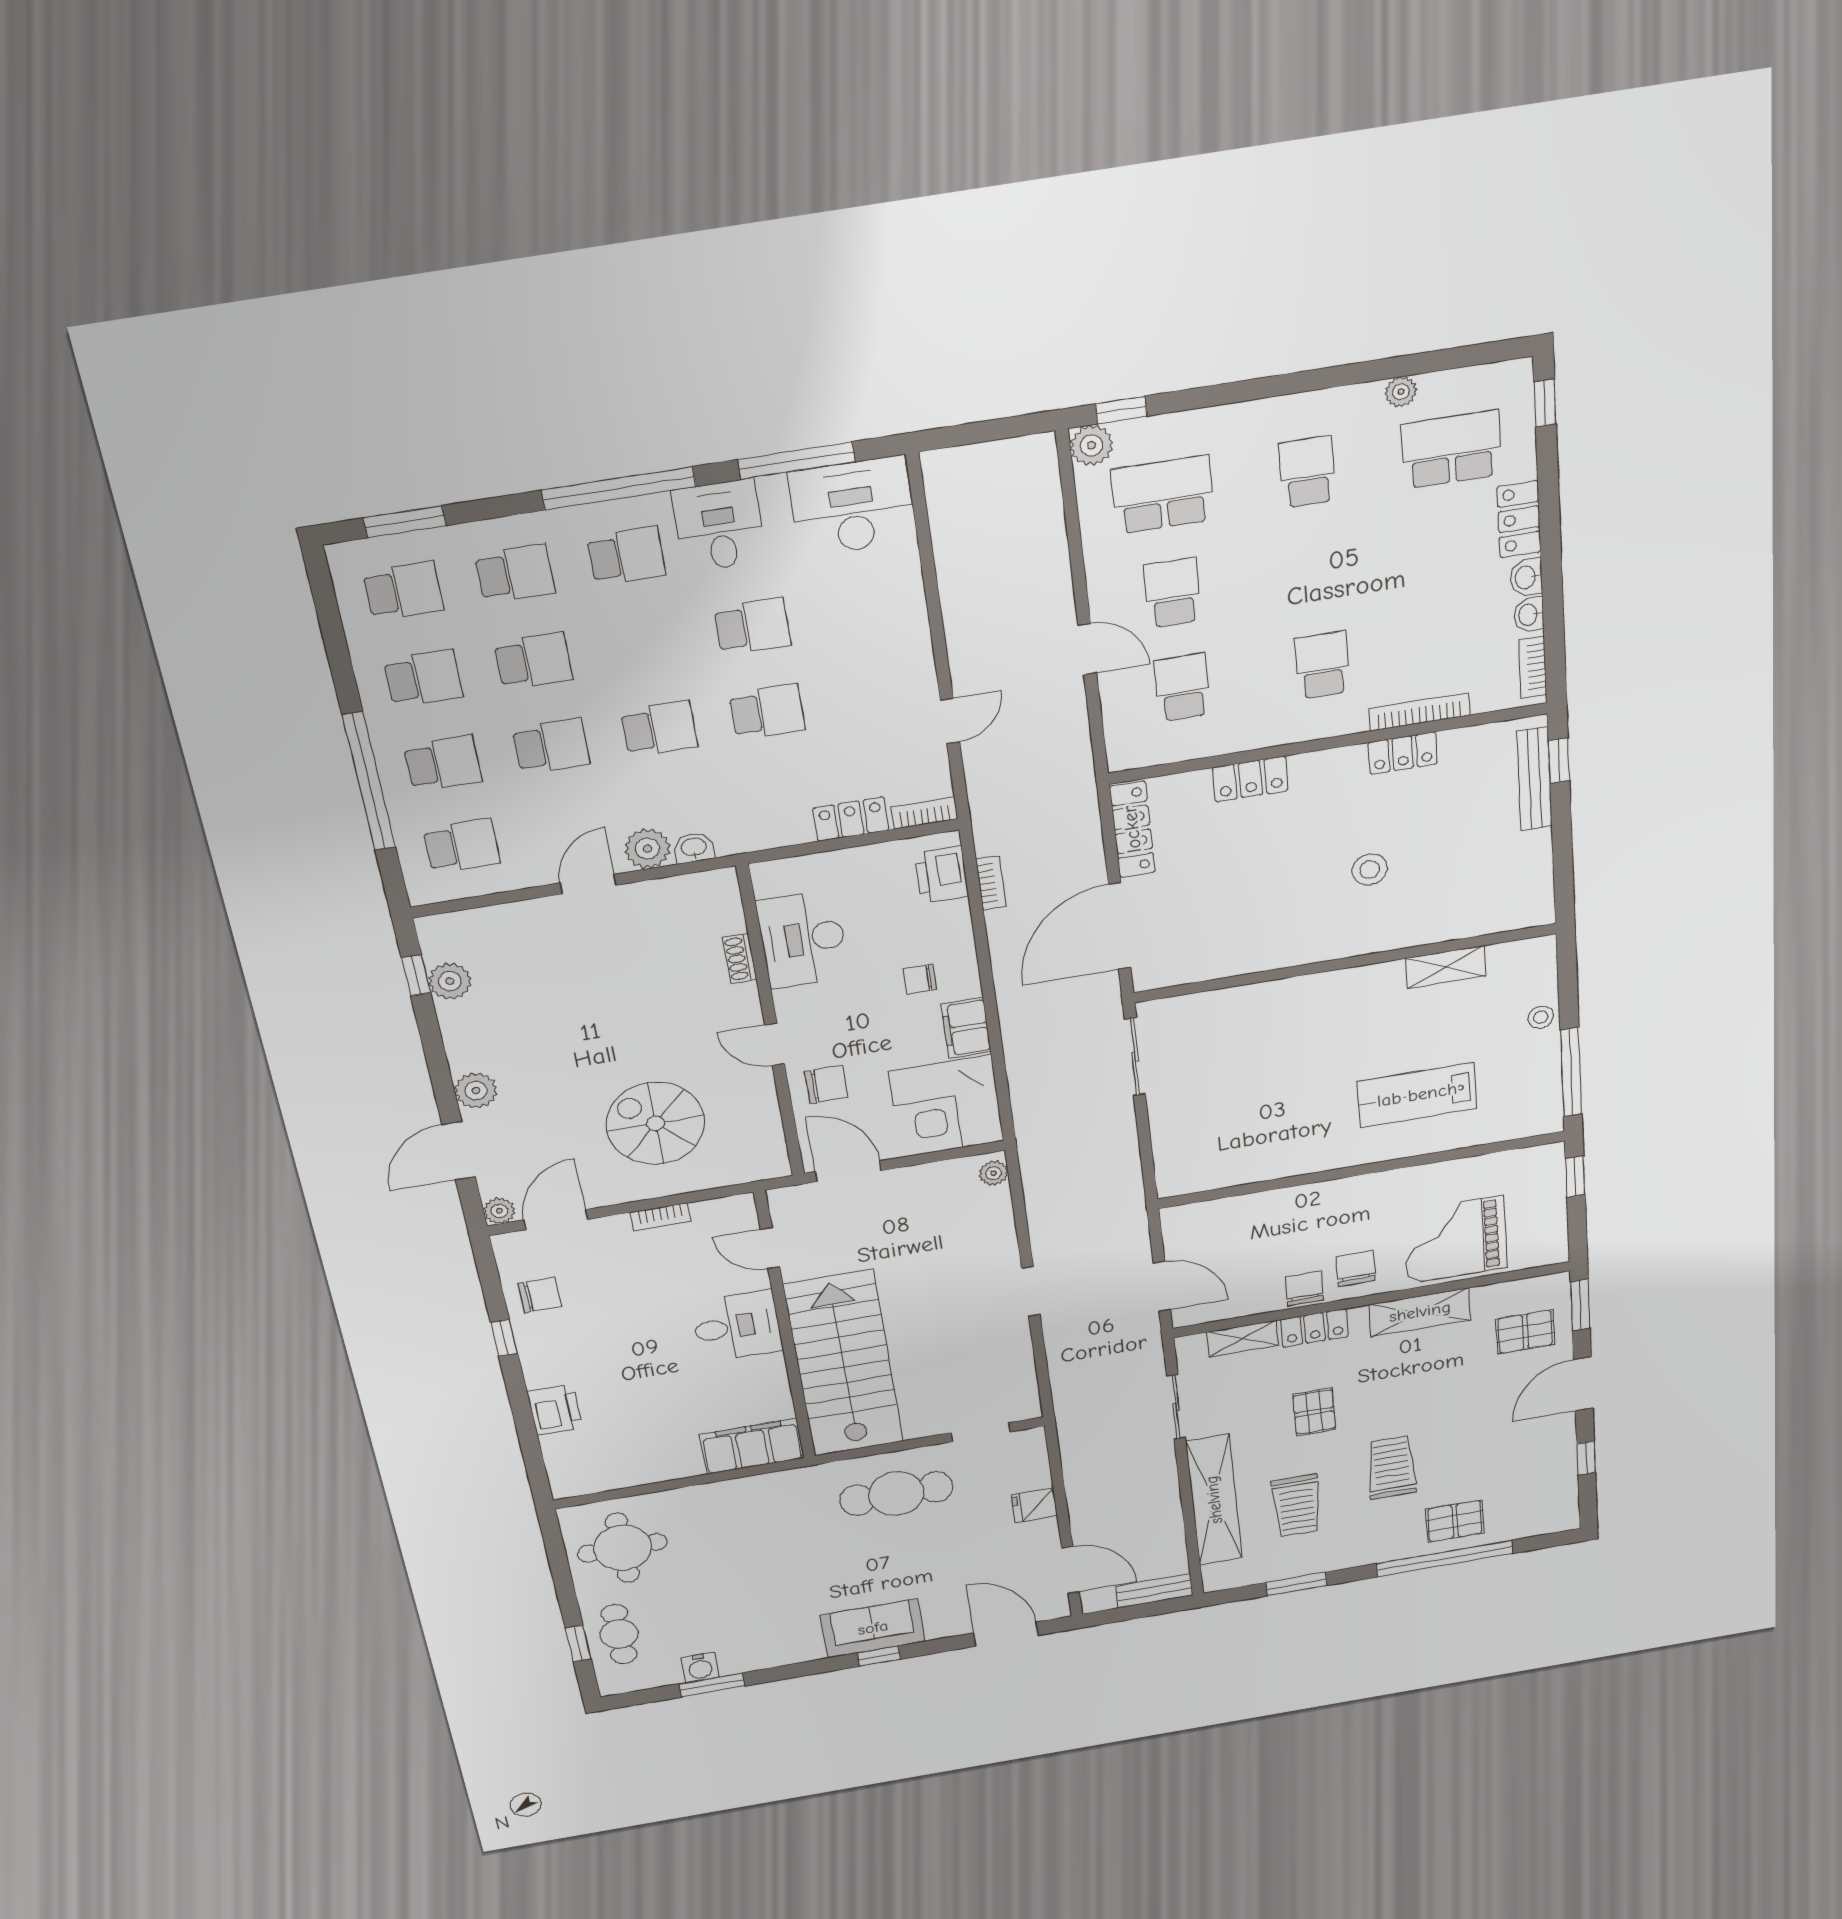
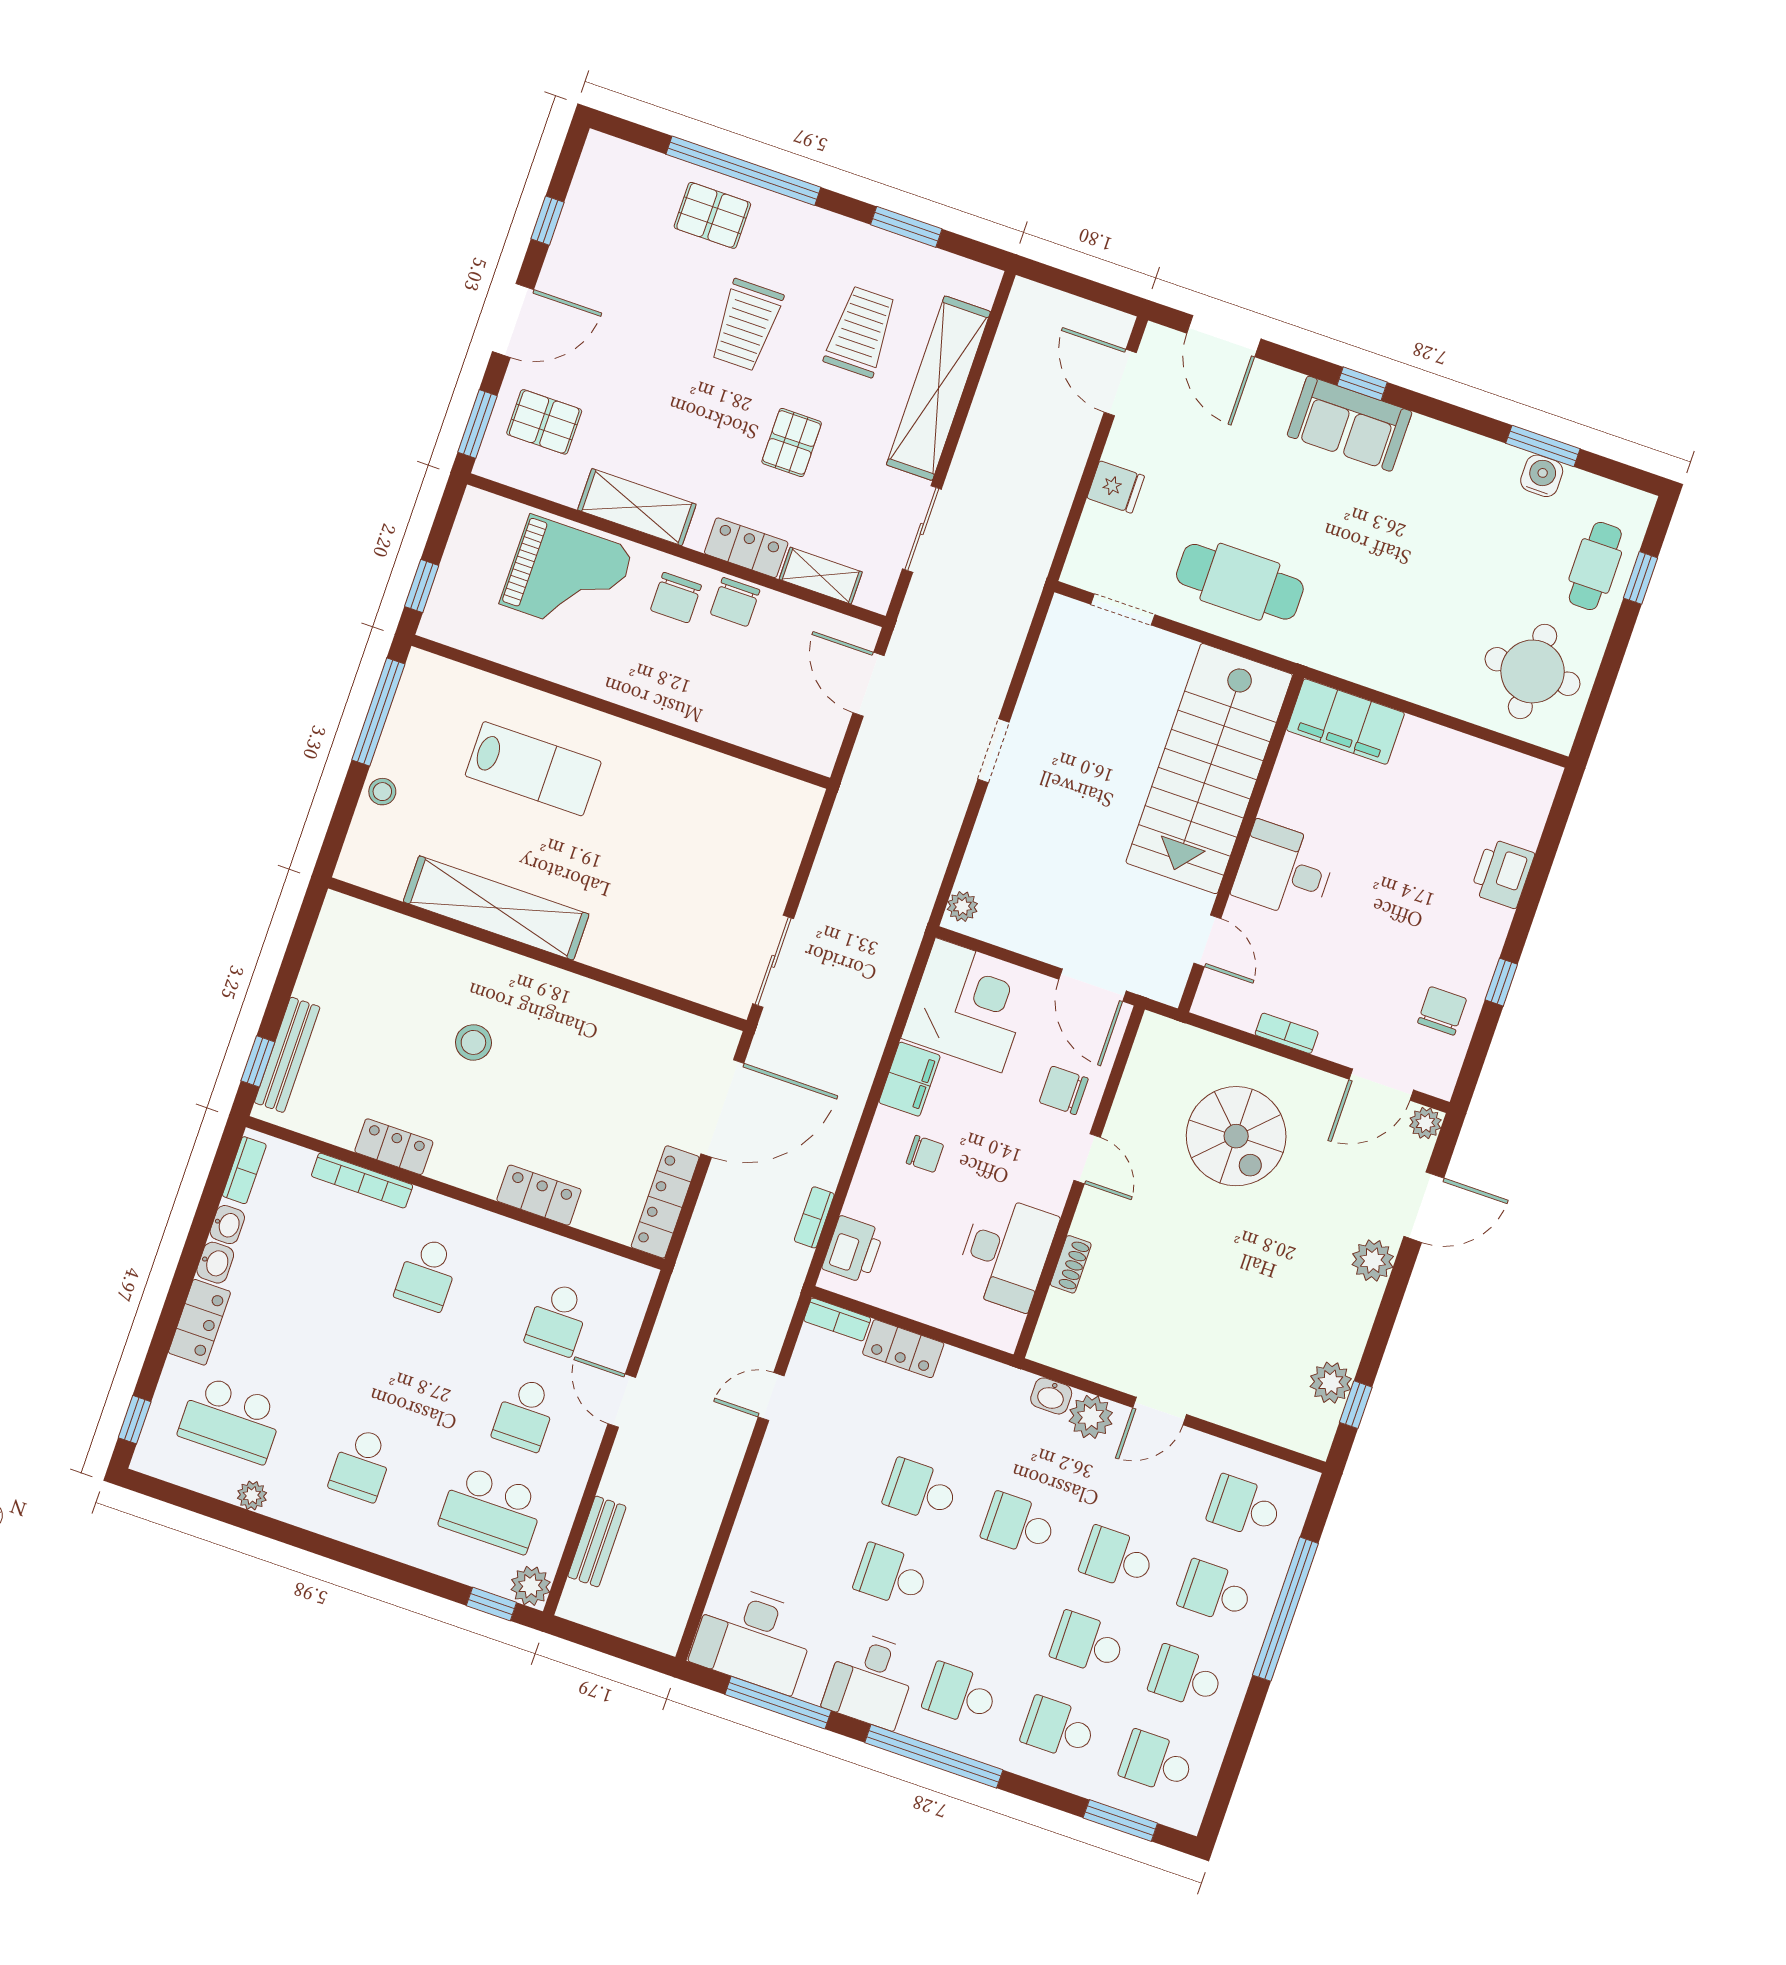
shelving: (1446, 967) -> (496, 908), width x2.20, depth x1.33
chair: (540, 1295) -> (1442, 1011), turned 90
bench: (1154, 1591) -> (597, 1541), moved, turned 90

